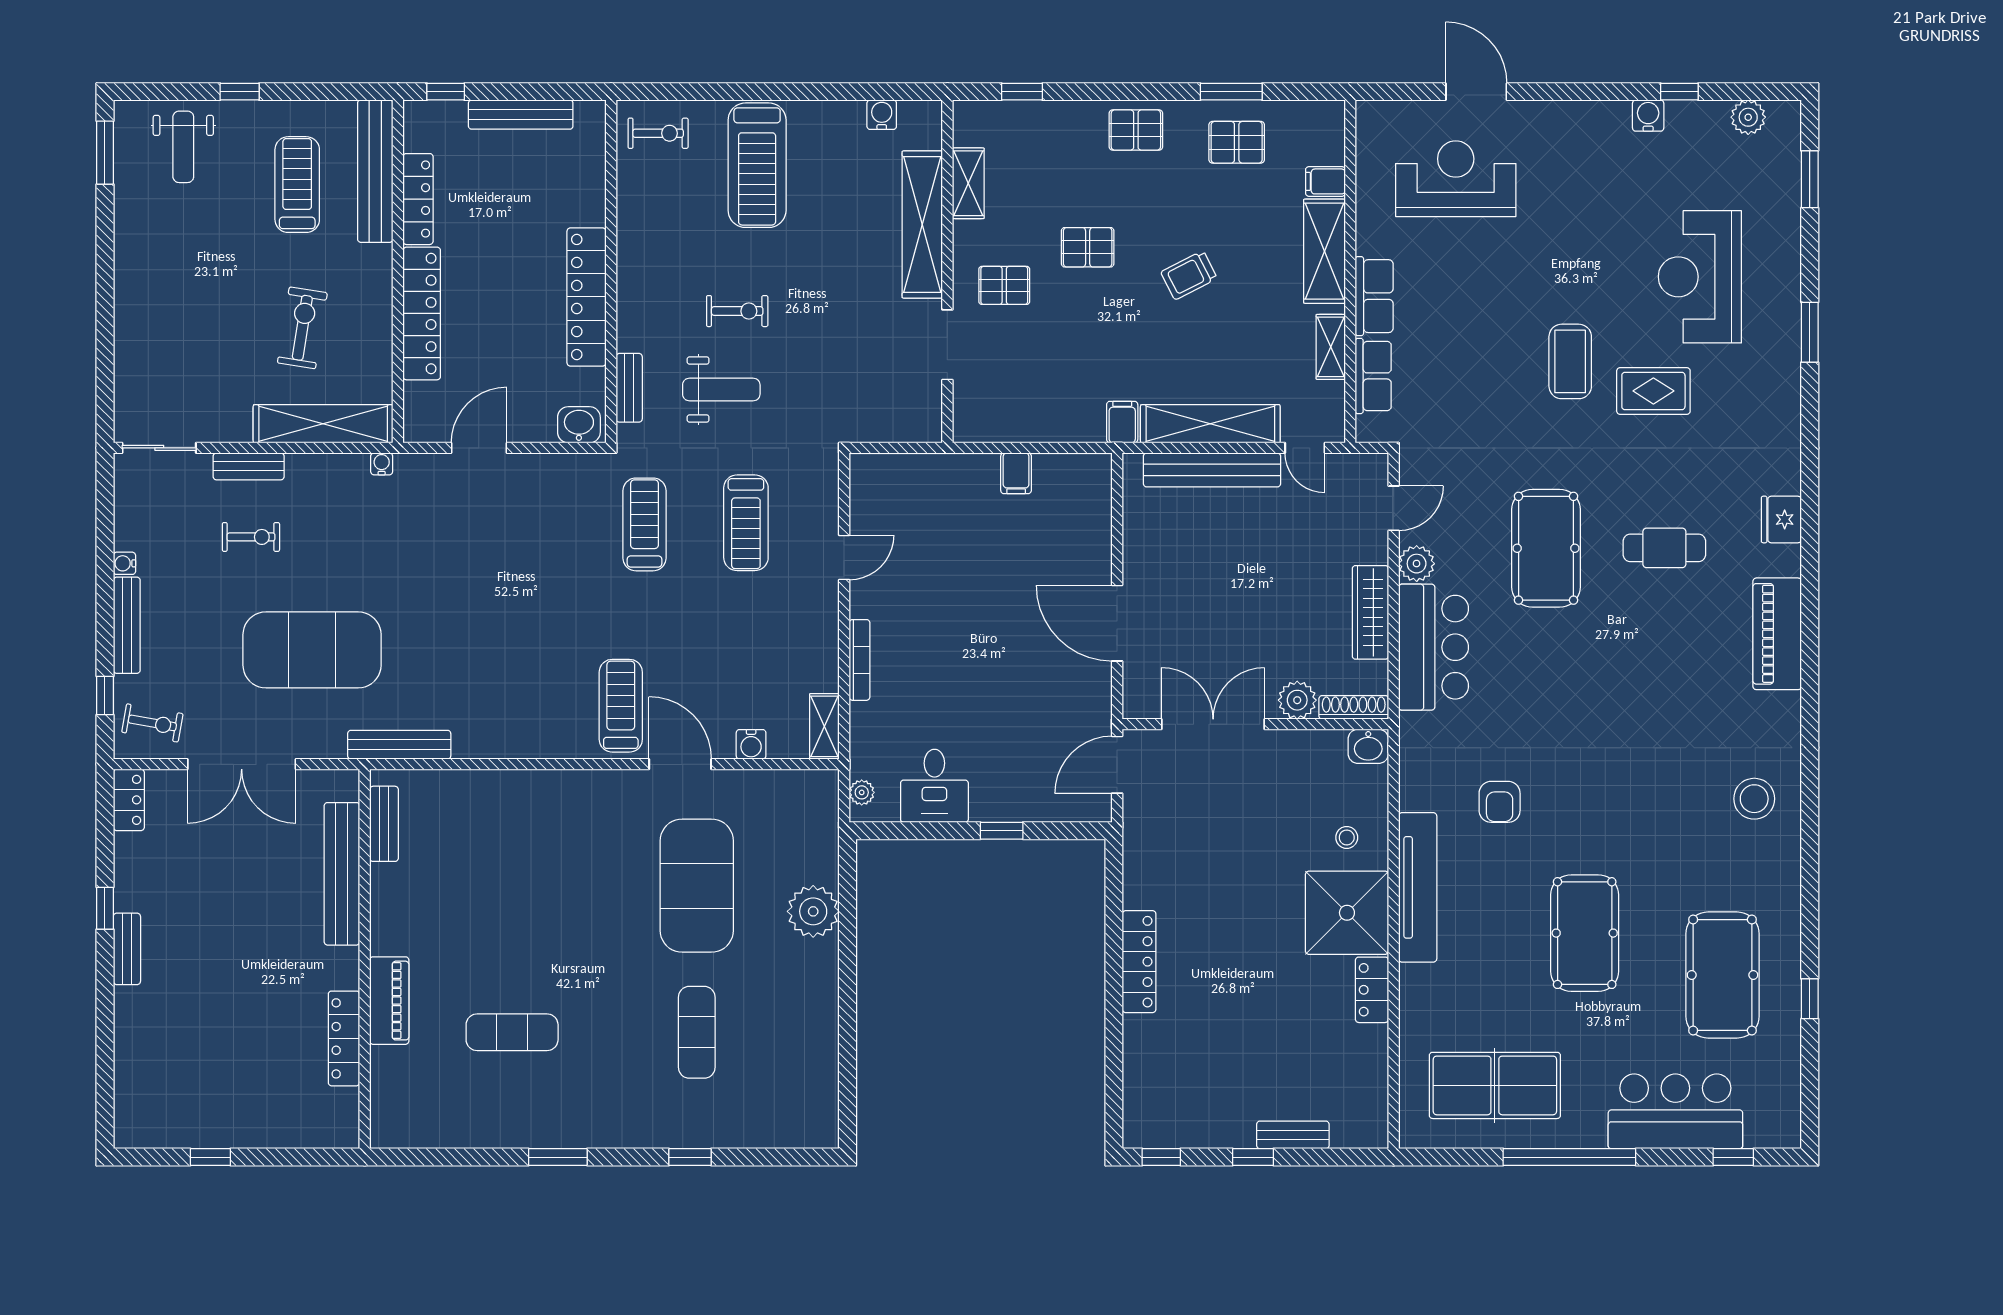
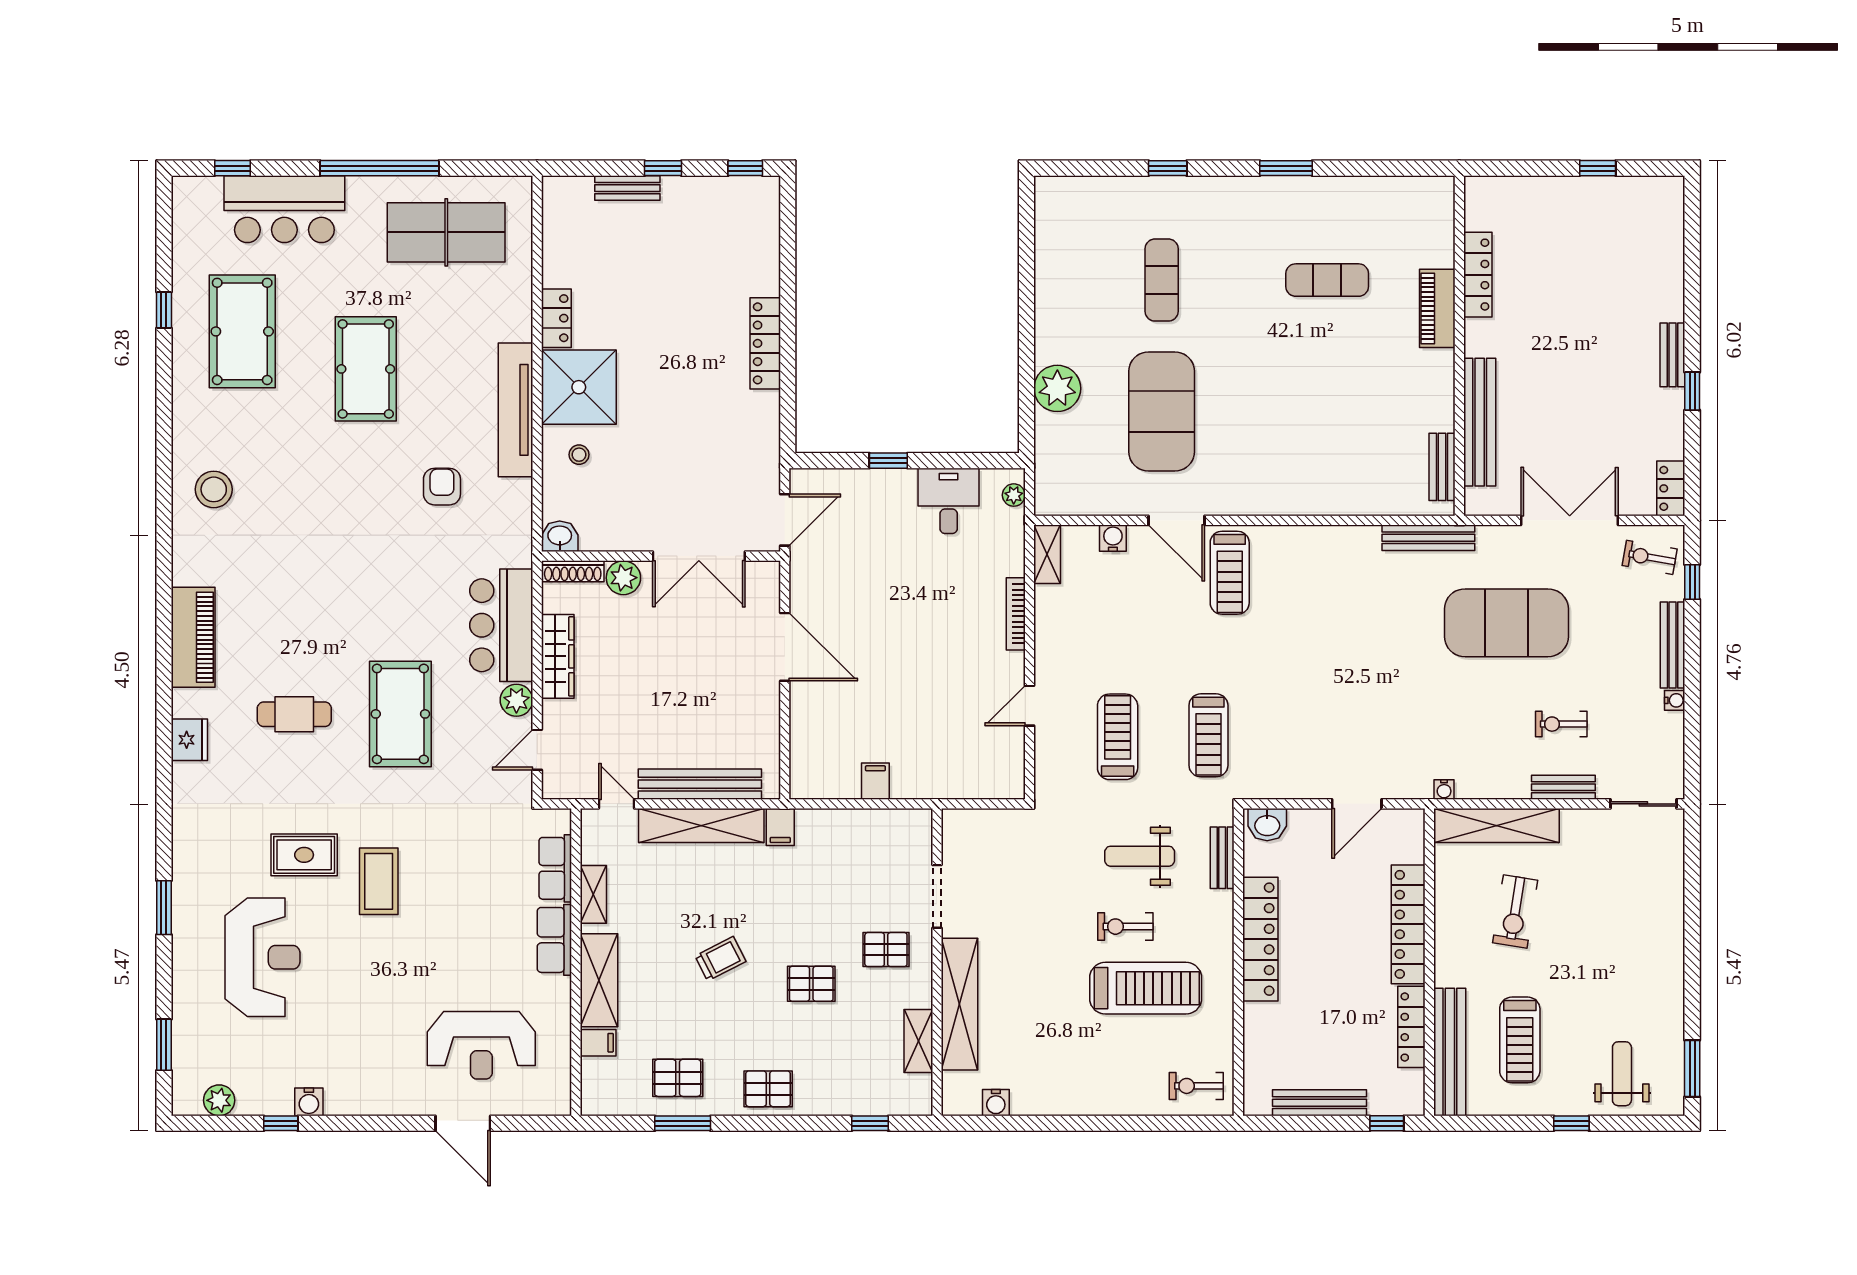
treadmill: (757, 165) -> (1146, 988), moved, turned 90

